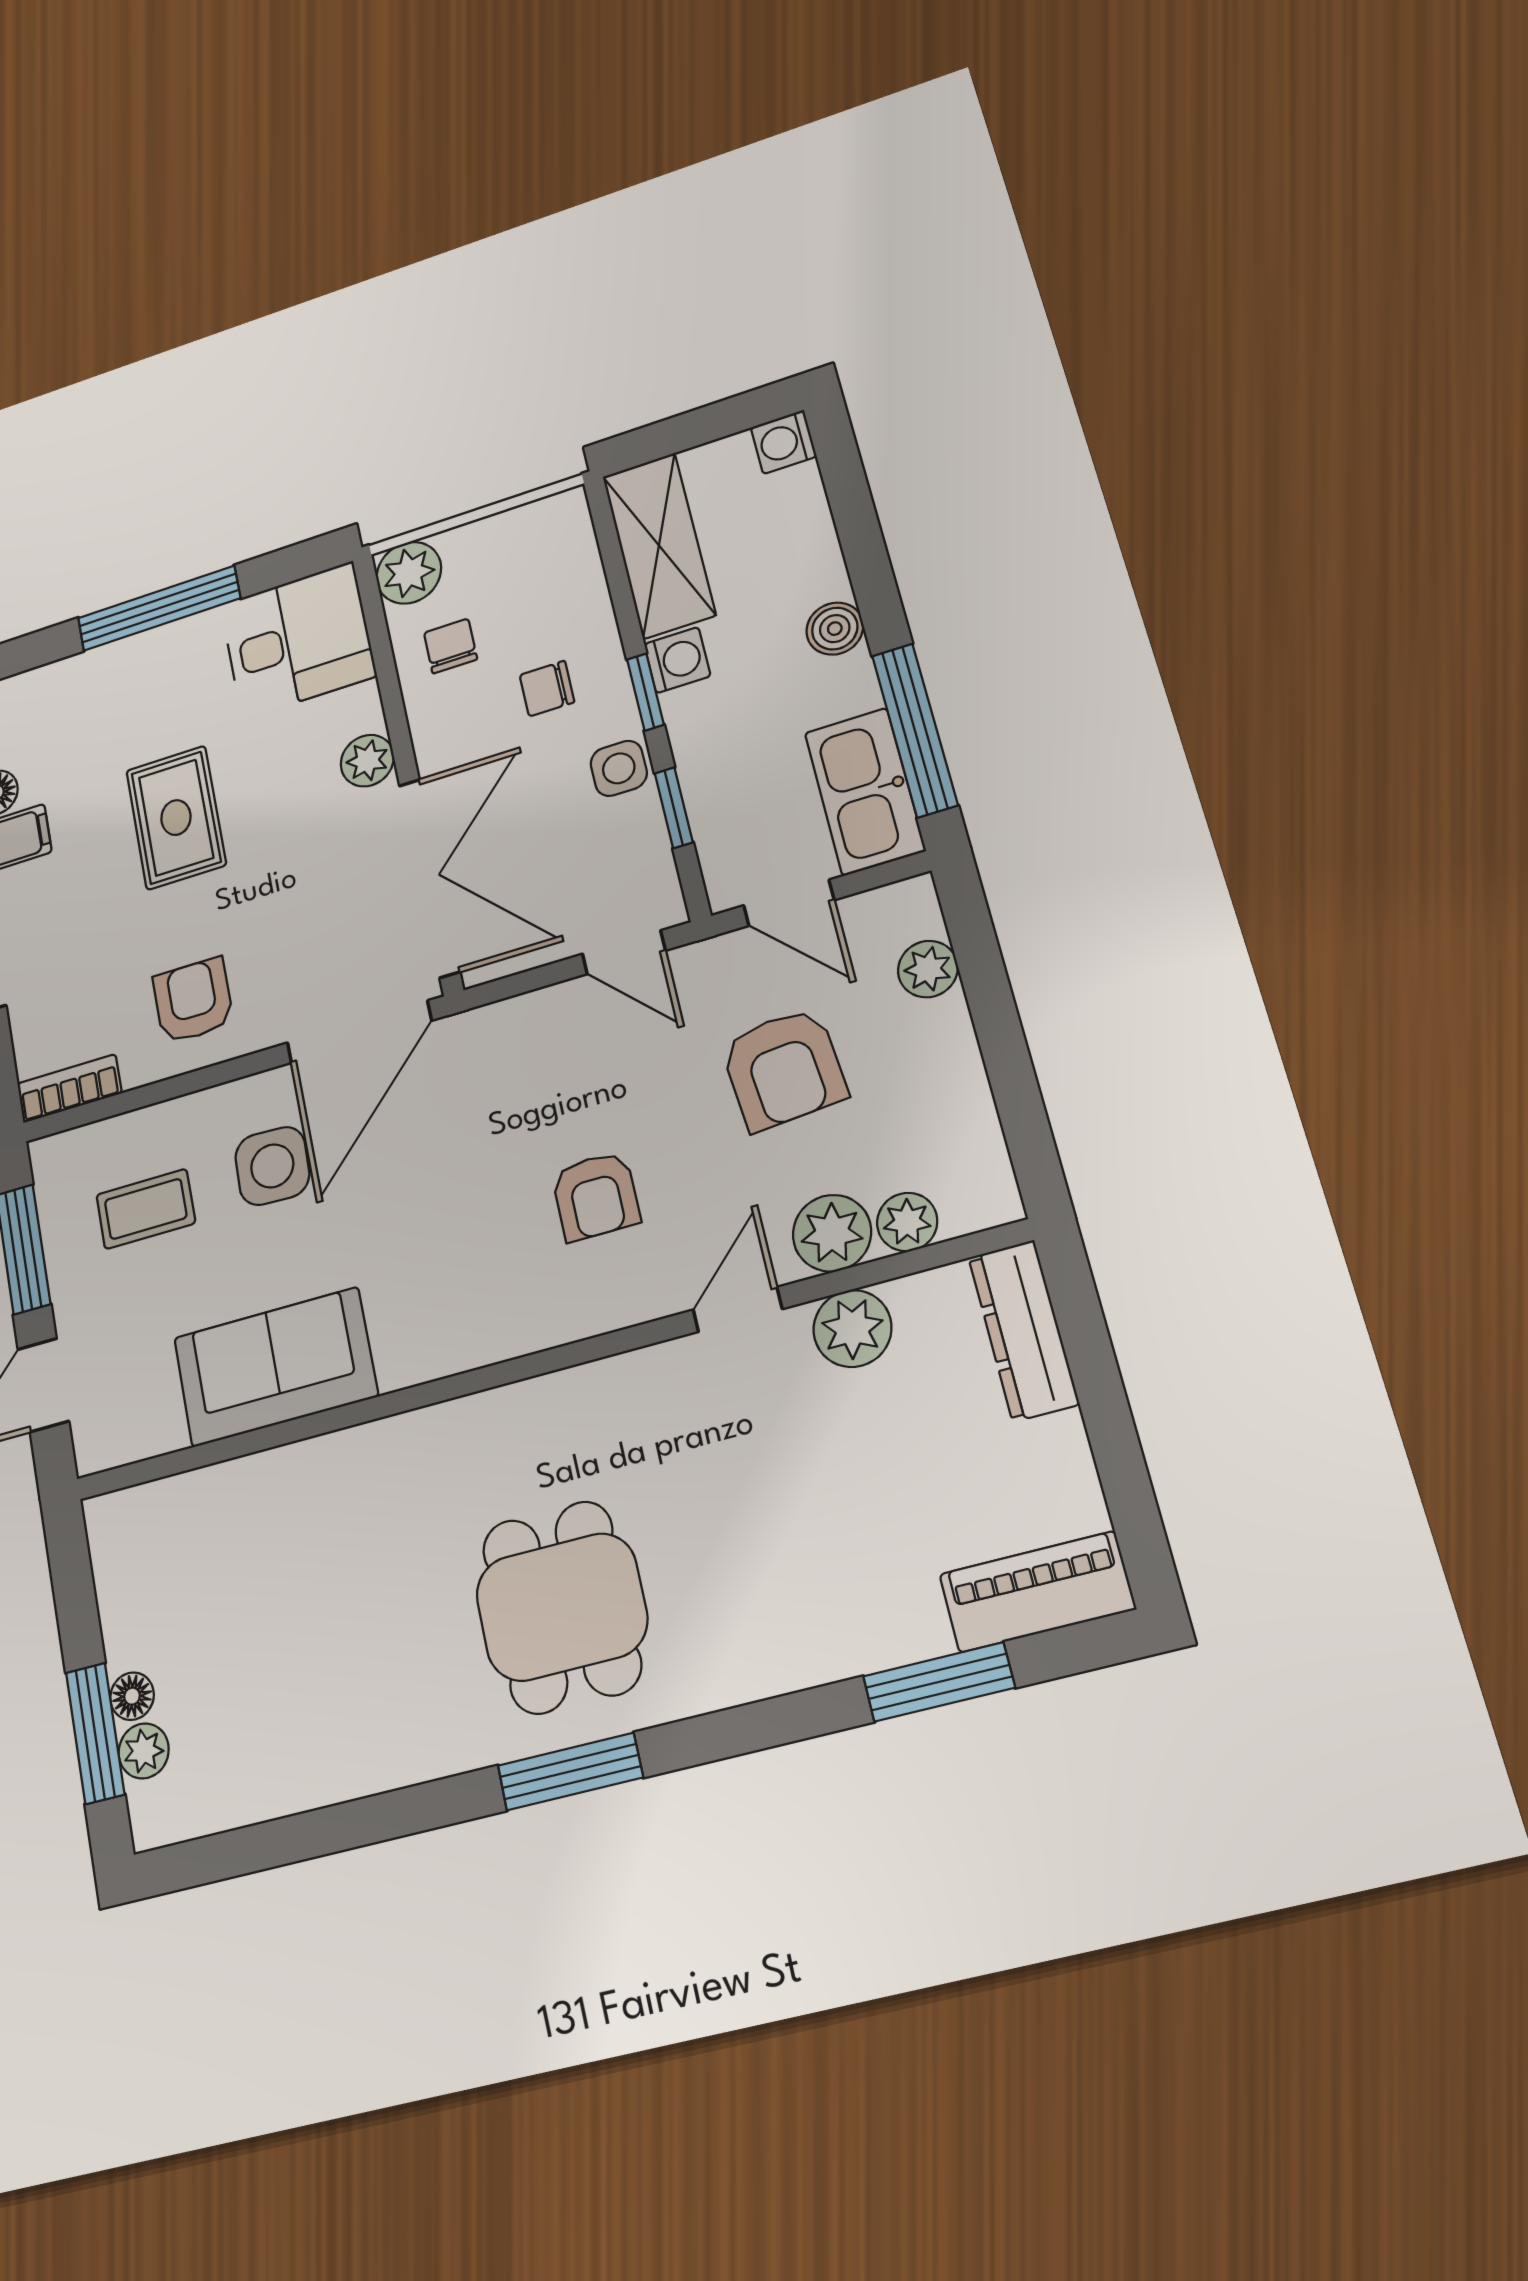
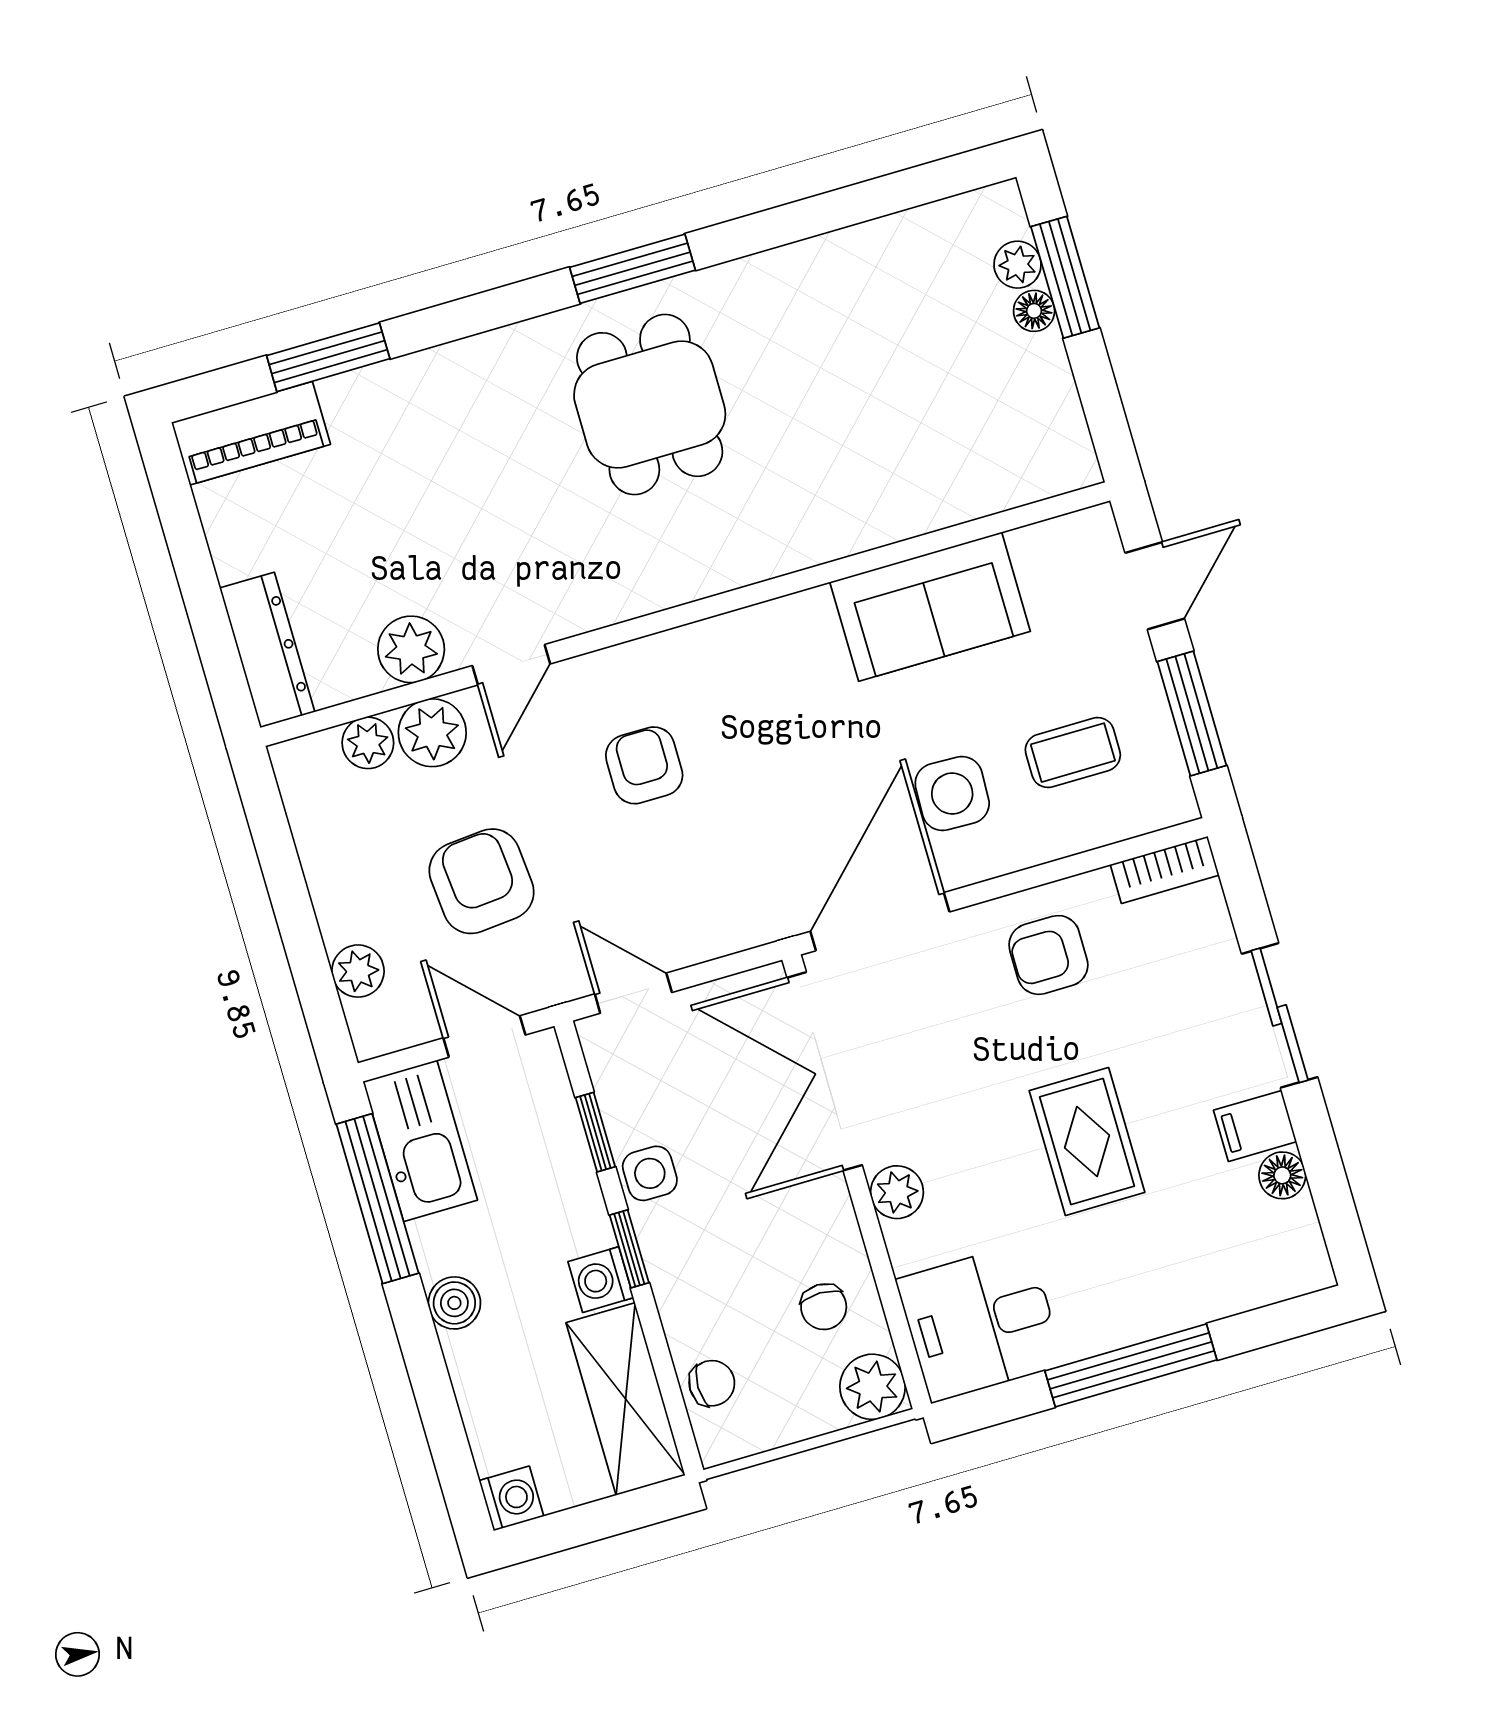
chair: (547, 689) -> (712, 1383), moved
armchair: (193, 1001) -> (1048, 955), turned 90

